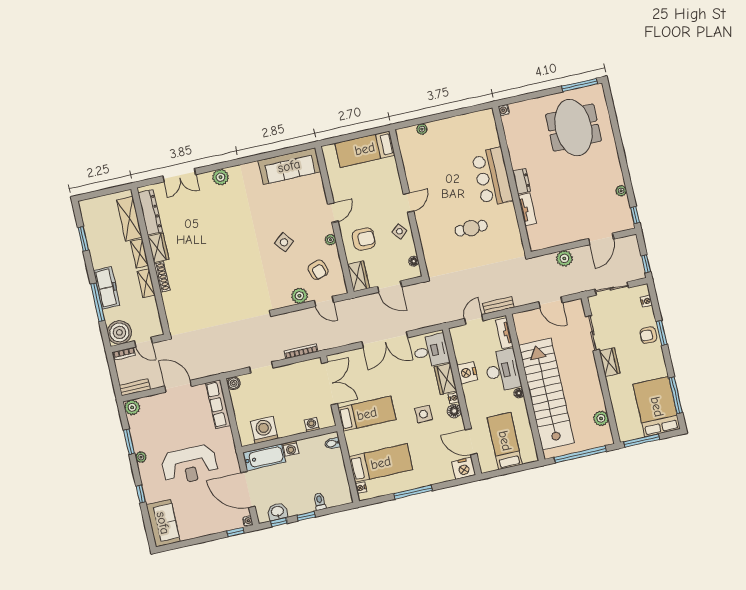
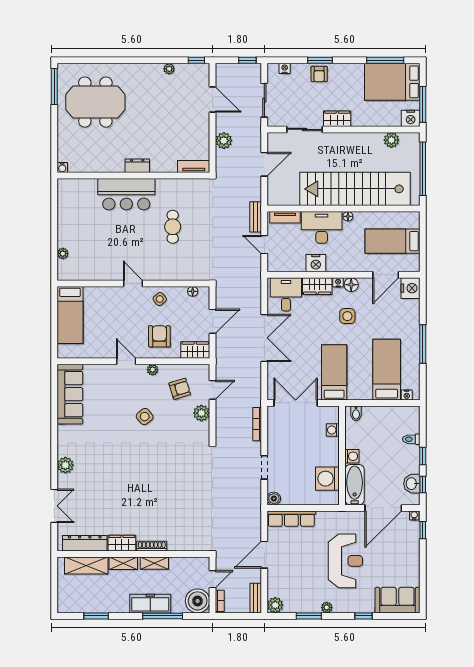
tv unit: (527, 209) -> (194, 167), moved
nightstand: (626, 432) -> (411, 118), added

